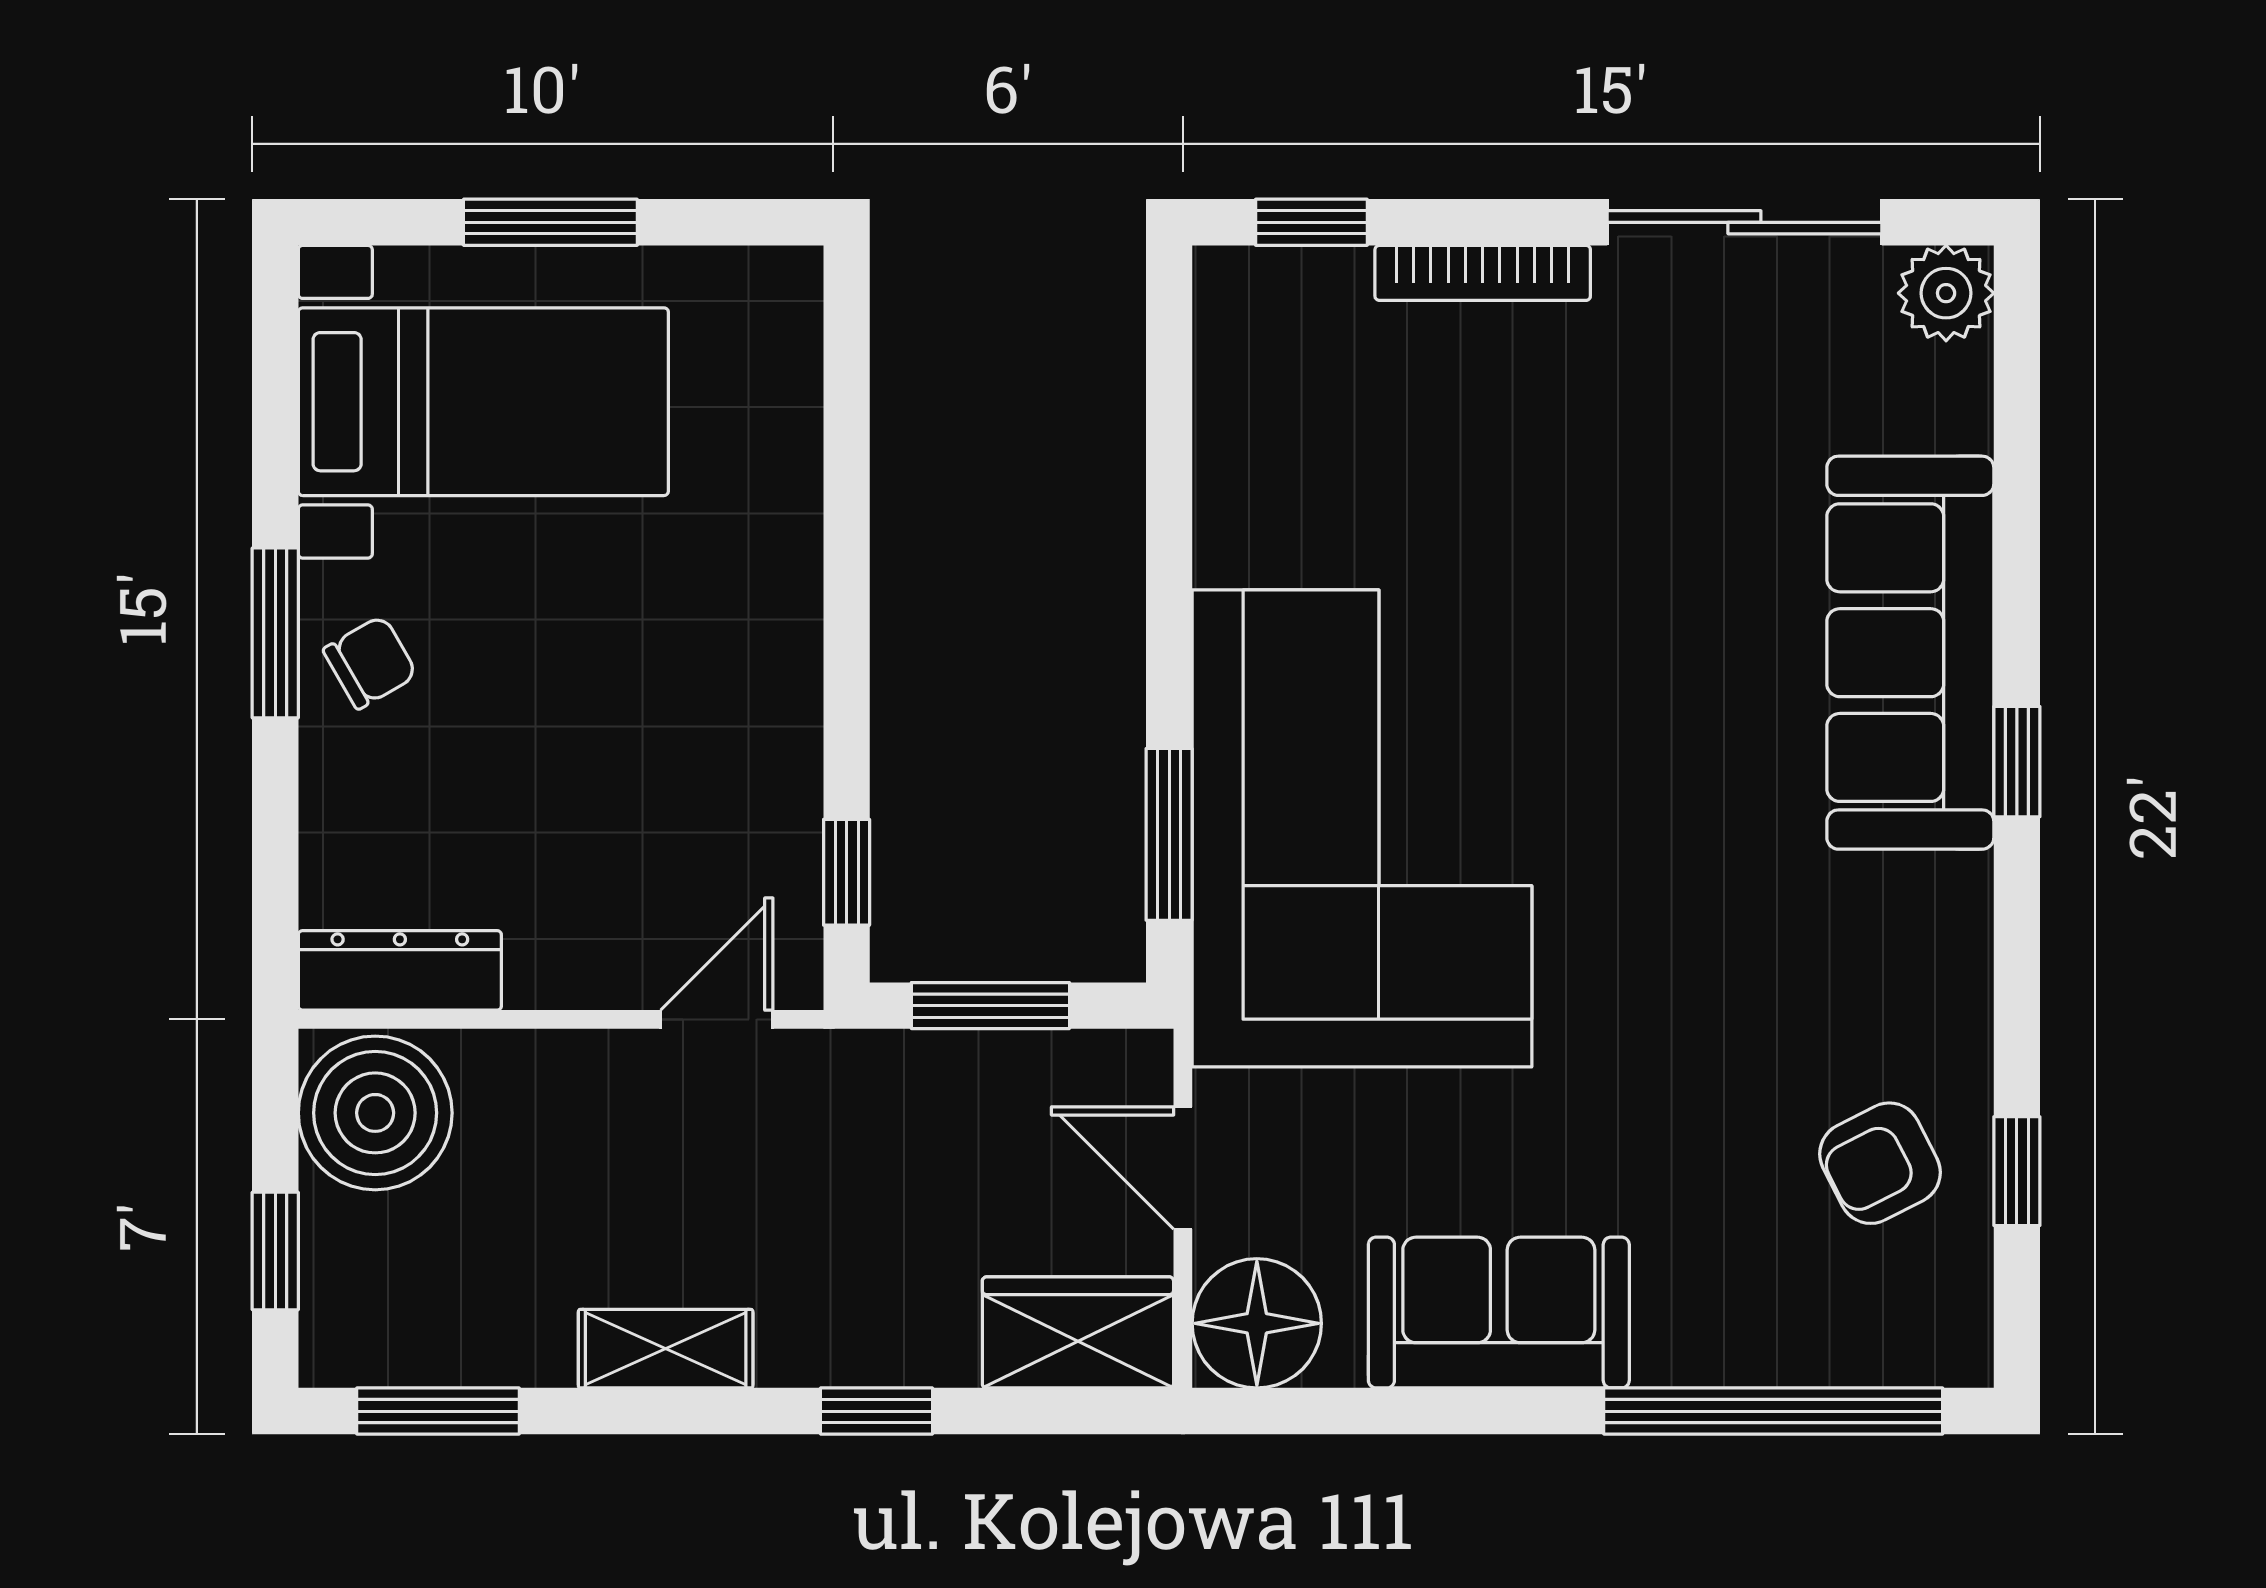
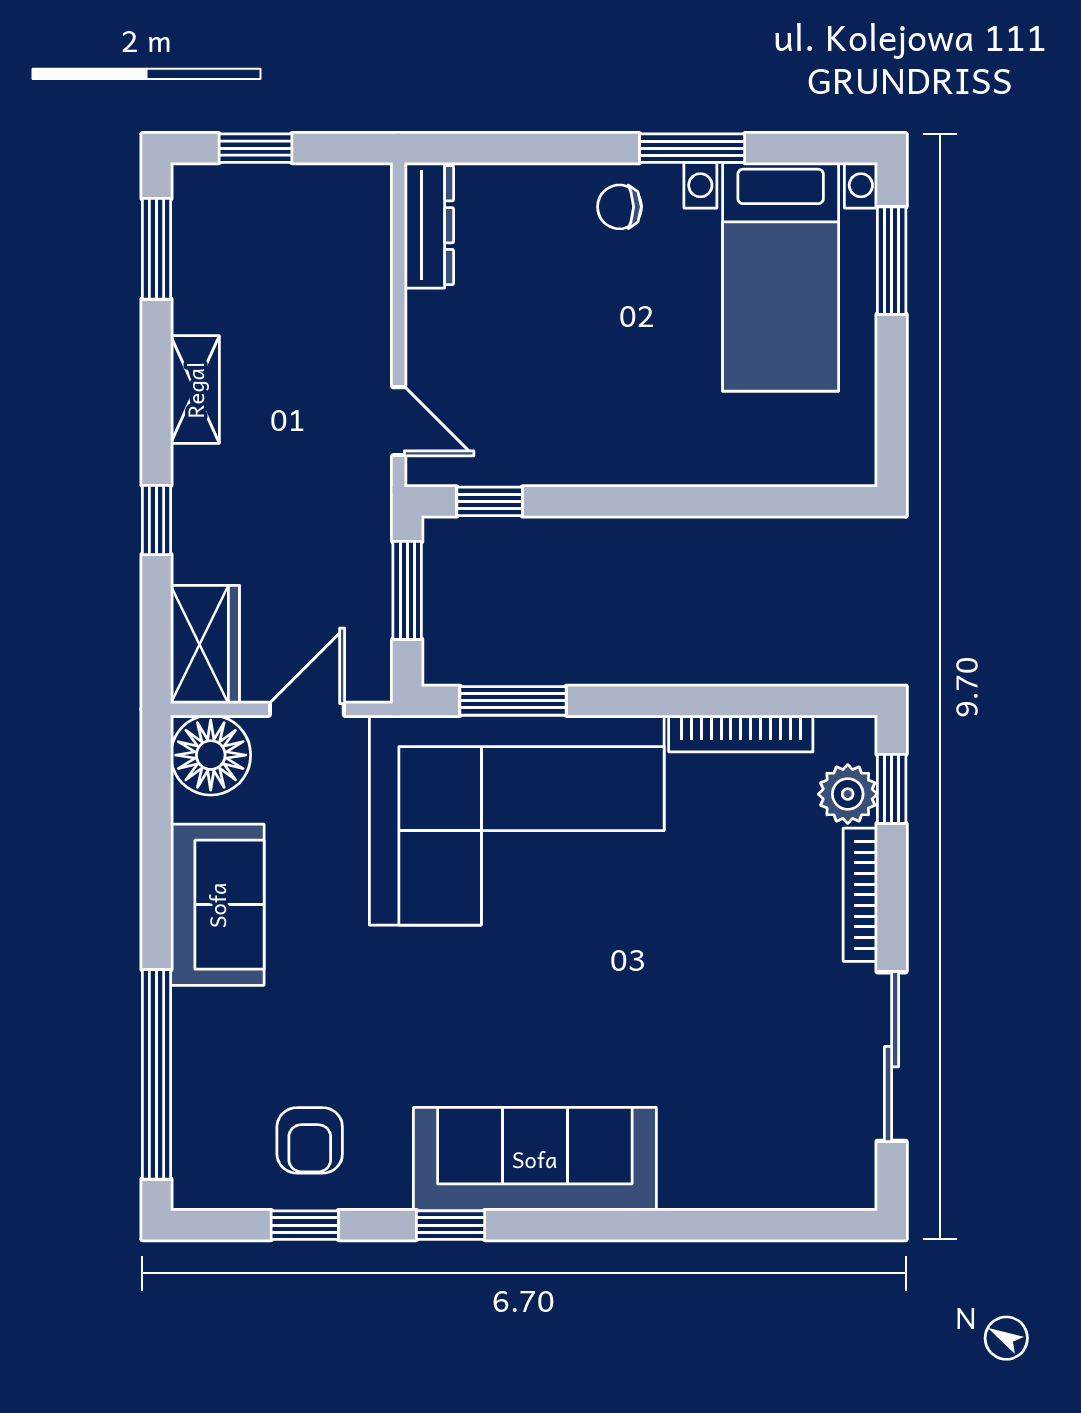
window: (550, 222) -> (892, 261), moved
plant: (1946, 293) -> (848, 794), moved
bookcase: (1222, 466) -> (741, 734), added
window: (275, 633) -> (692, 148), moved
sofa: (1910, 653) -> (535, 1159), moved
chair: (370, 662) -> (619, 207), turned 120
window: (2017, 762) -> (451, 1225), moved
boiler: (375, 1113) -> (341, 210), removed
armchair: (1880, 1163) -> (310, 1140), turned -153

